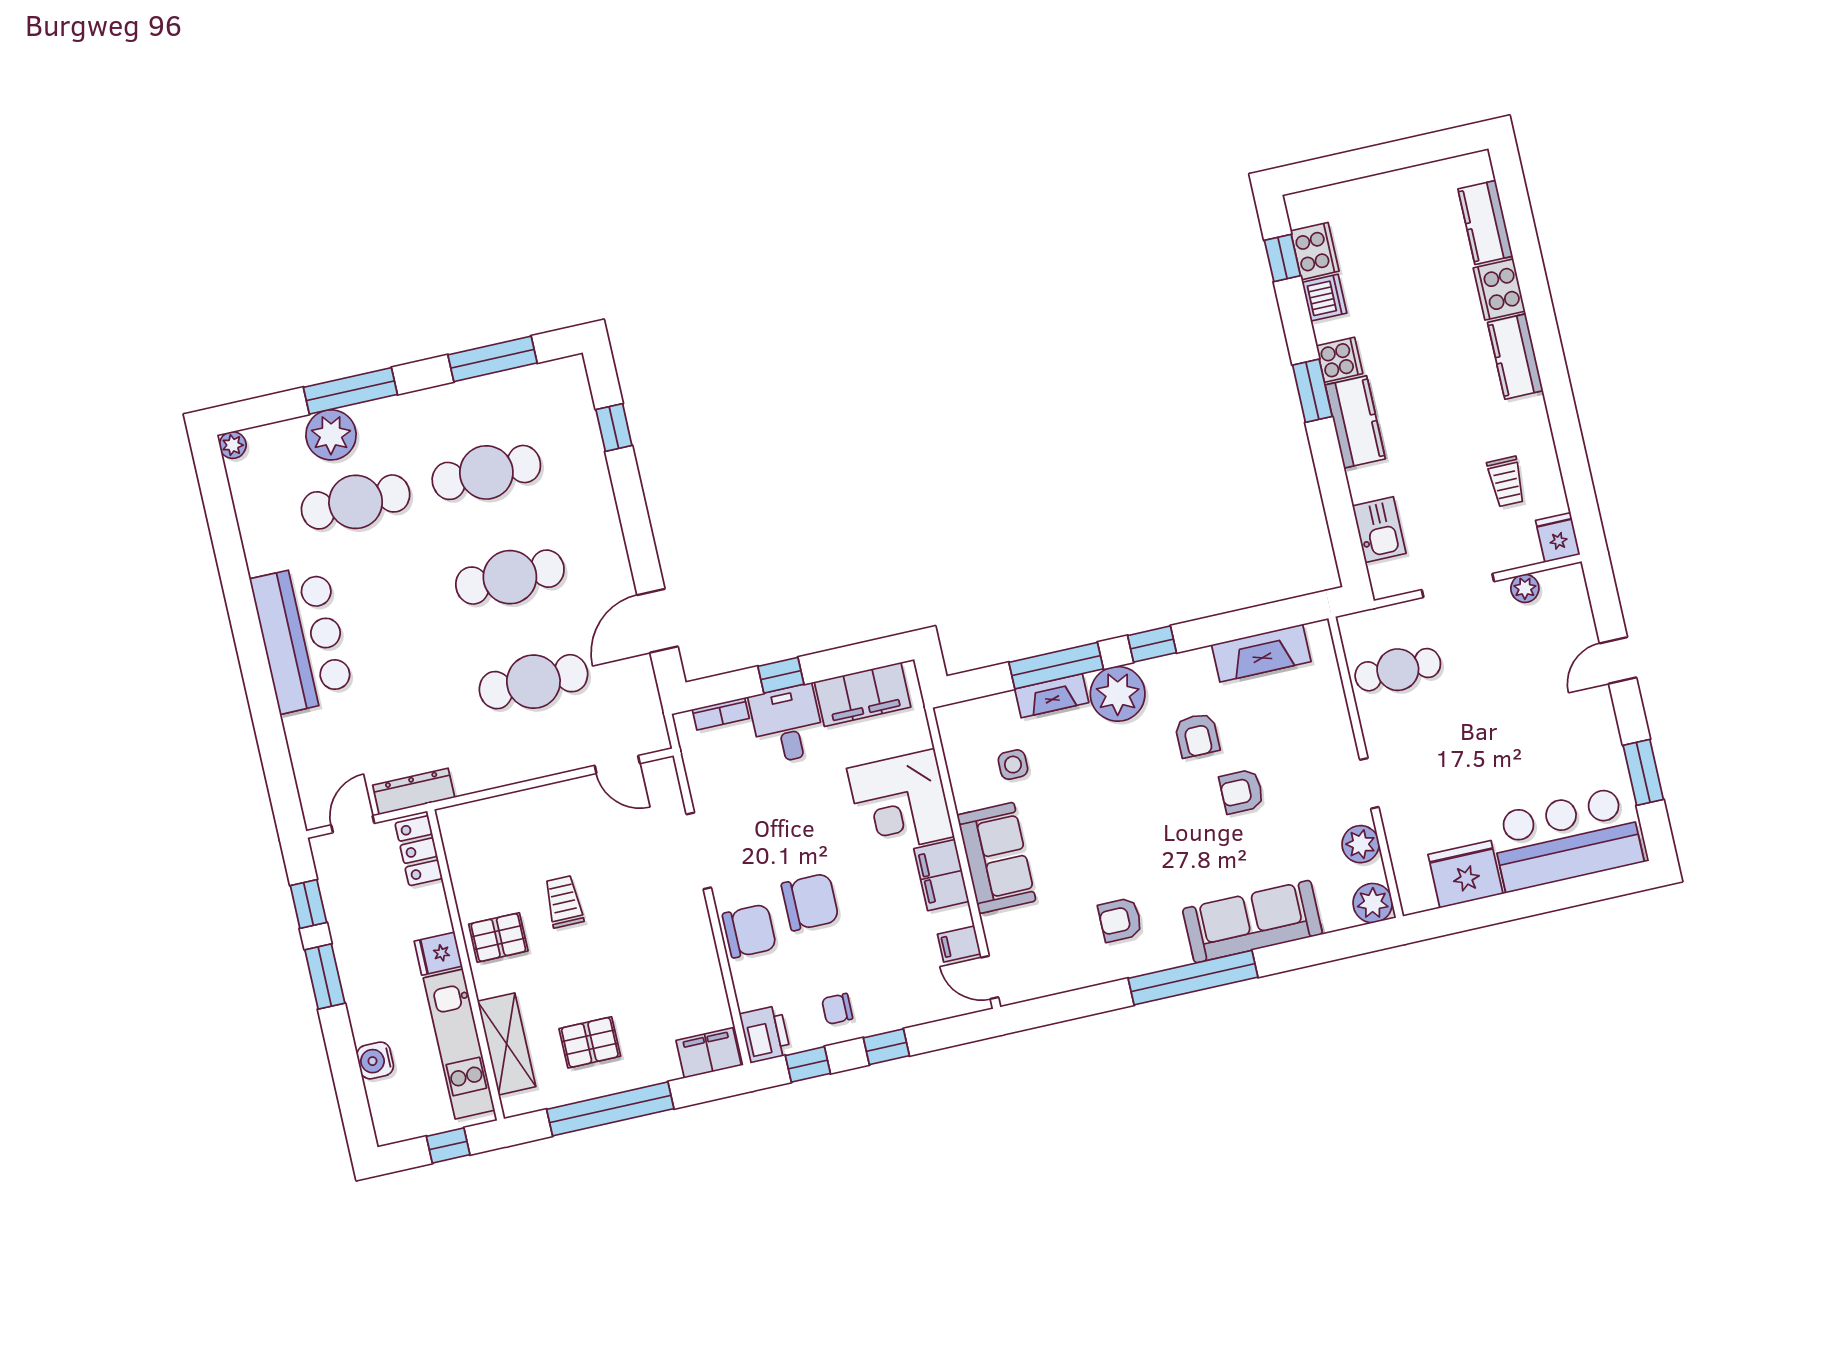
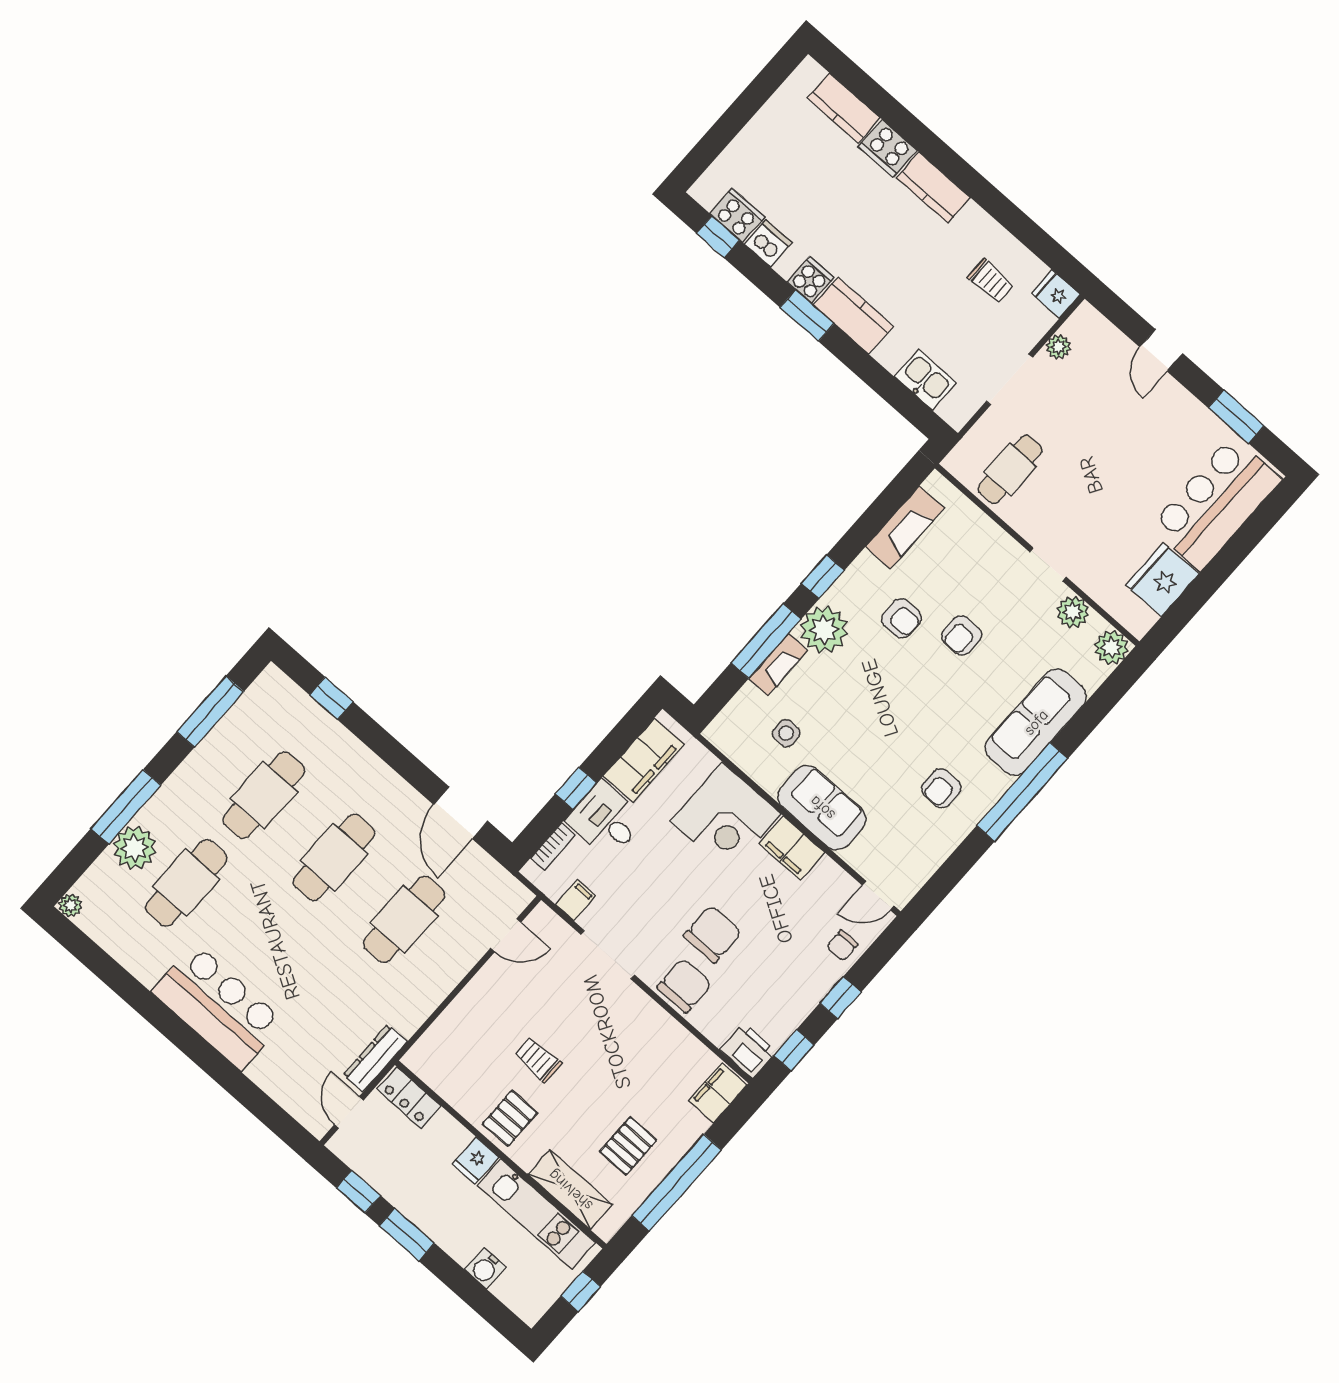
filing cabinet: (959, 944) -> (576, 900), moved, turned 180
chair: (837, 1009) -> (842, 945), moved

